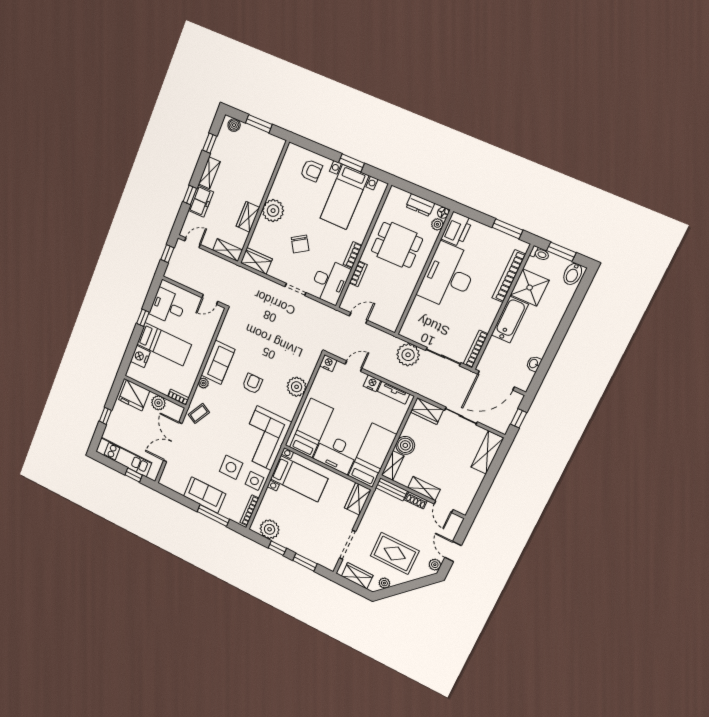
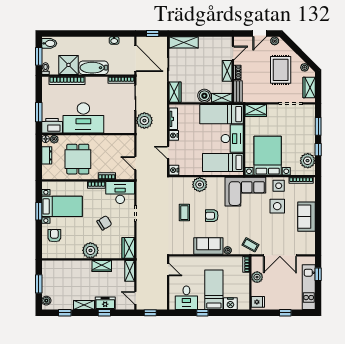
window: (507, 229) -> (39, 112), moved
coffee table: (270, 352) -> (184, 213), added
fridge: (134, 395) -> (258, 302), width x0.53, depth x0.75
bed with nightstands: (299, 479) -> (268, 156), width x1.36
window: (213, 516) -> (318, 204), removed

